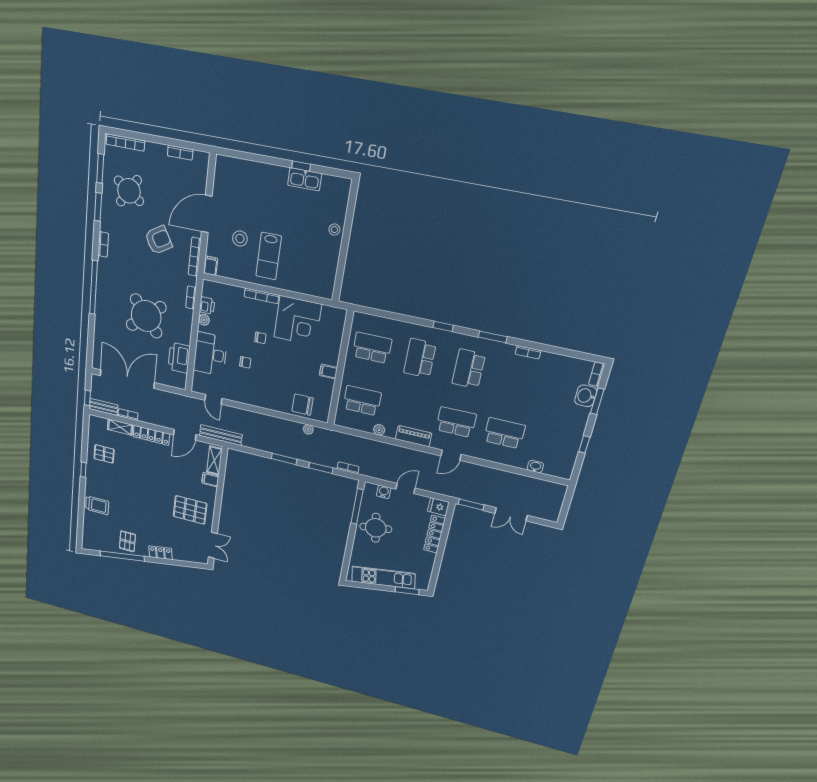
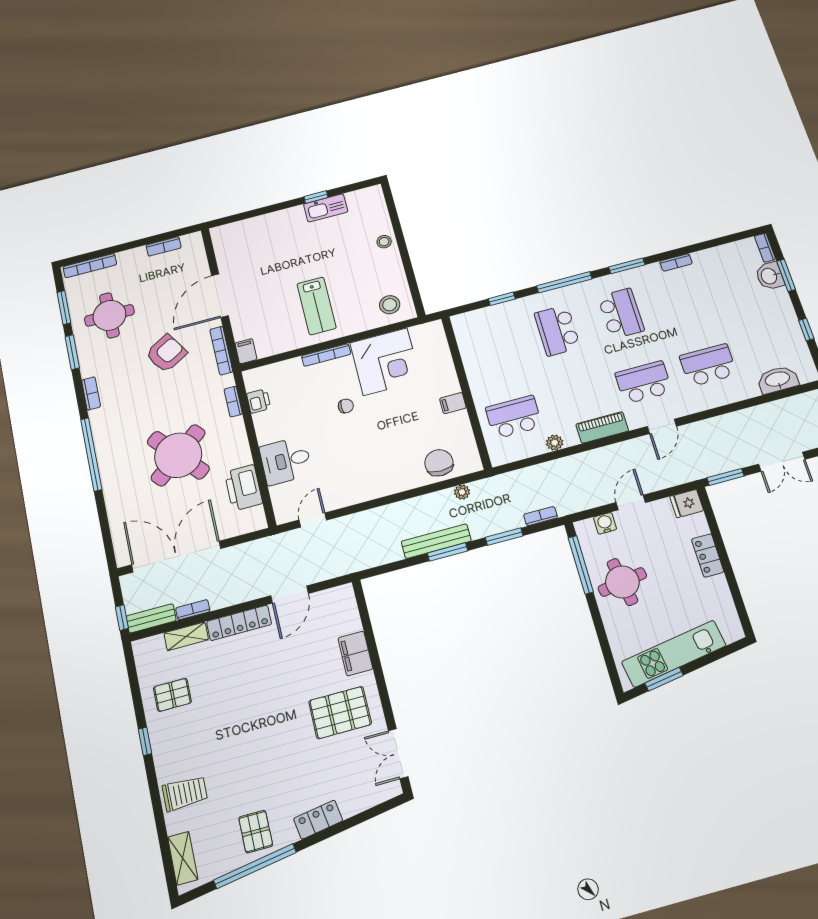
round table: (129, 191) -> (109, 315), turned -34
stool: (240, 239) -> (390, 305), moved
window: (395, 316) -> (502, 299), added
plant: (204, 320) -> (261, 421), removed
window: (443, 326) -> (564, 282), width x2.17
school desk: (372, 348) -> (493, 347), removed
desk: (210, 354) -> (286, 461), width x0.73
chair: (245, 362) -> (338, 447), removed
school desk: (469, 369) -> (621, 313), turned 180
door: (213, 399) -> (313, 520), swing flipped
chair: (303, 405) -> (439, 463), turned 90
bench: (221, 435) -> (436, 541), moved
shelving: (214, 460) -> (183, 858), moved
washbasin: (535, 466) -> (778, 380), width x1.91, depth x1.45
filing cabinet: (210, 480) -> (355, 653), width x2.00
locker: (434, 534) -> (708, 555), width x0.66
double door: (213, 545) -> (398, 754), swing flipped
window: (407, 591) -> (664, 679), moved

